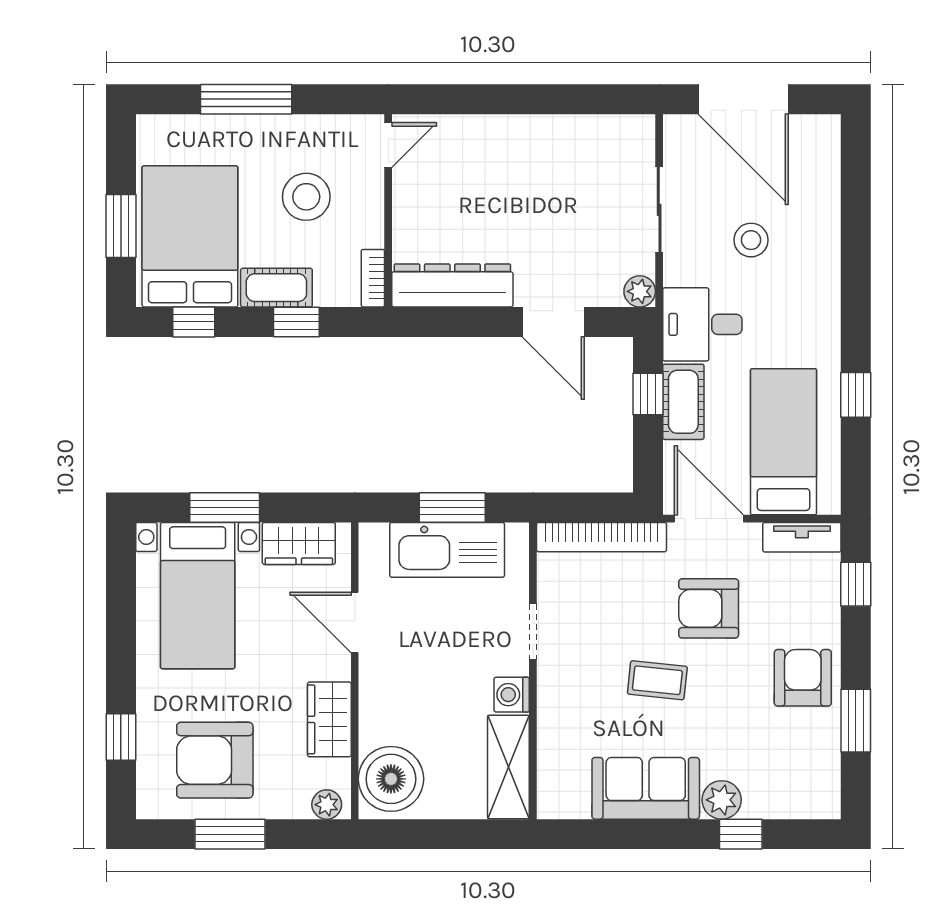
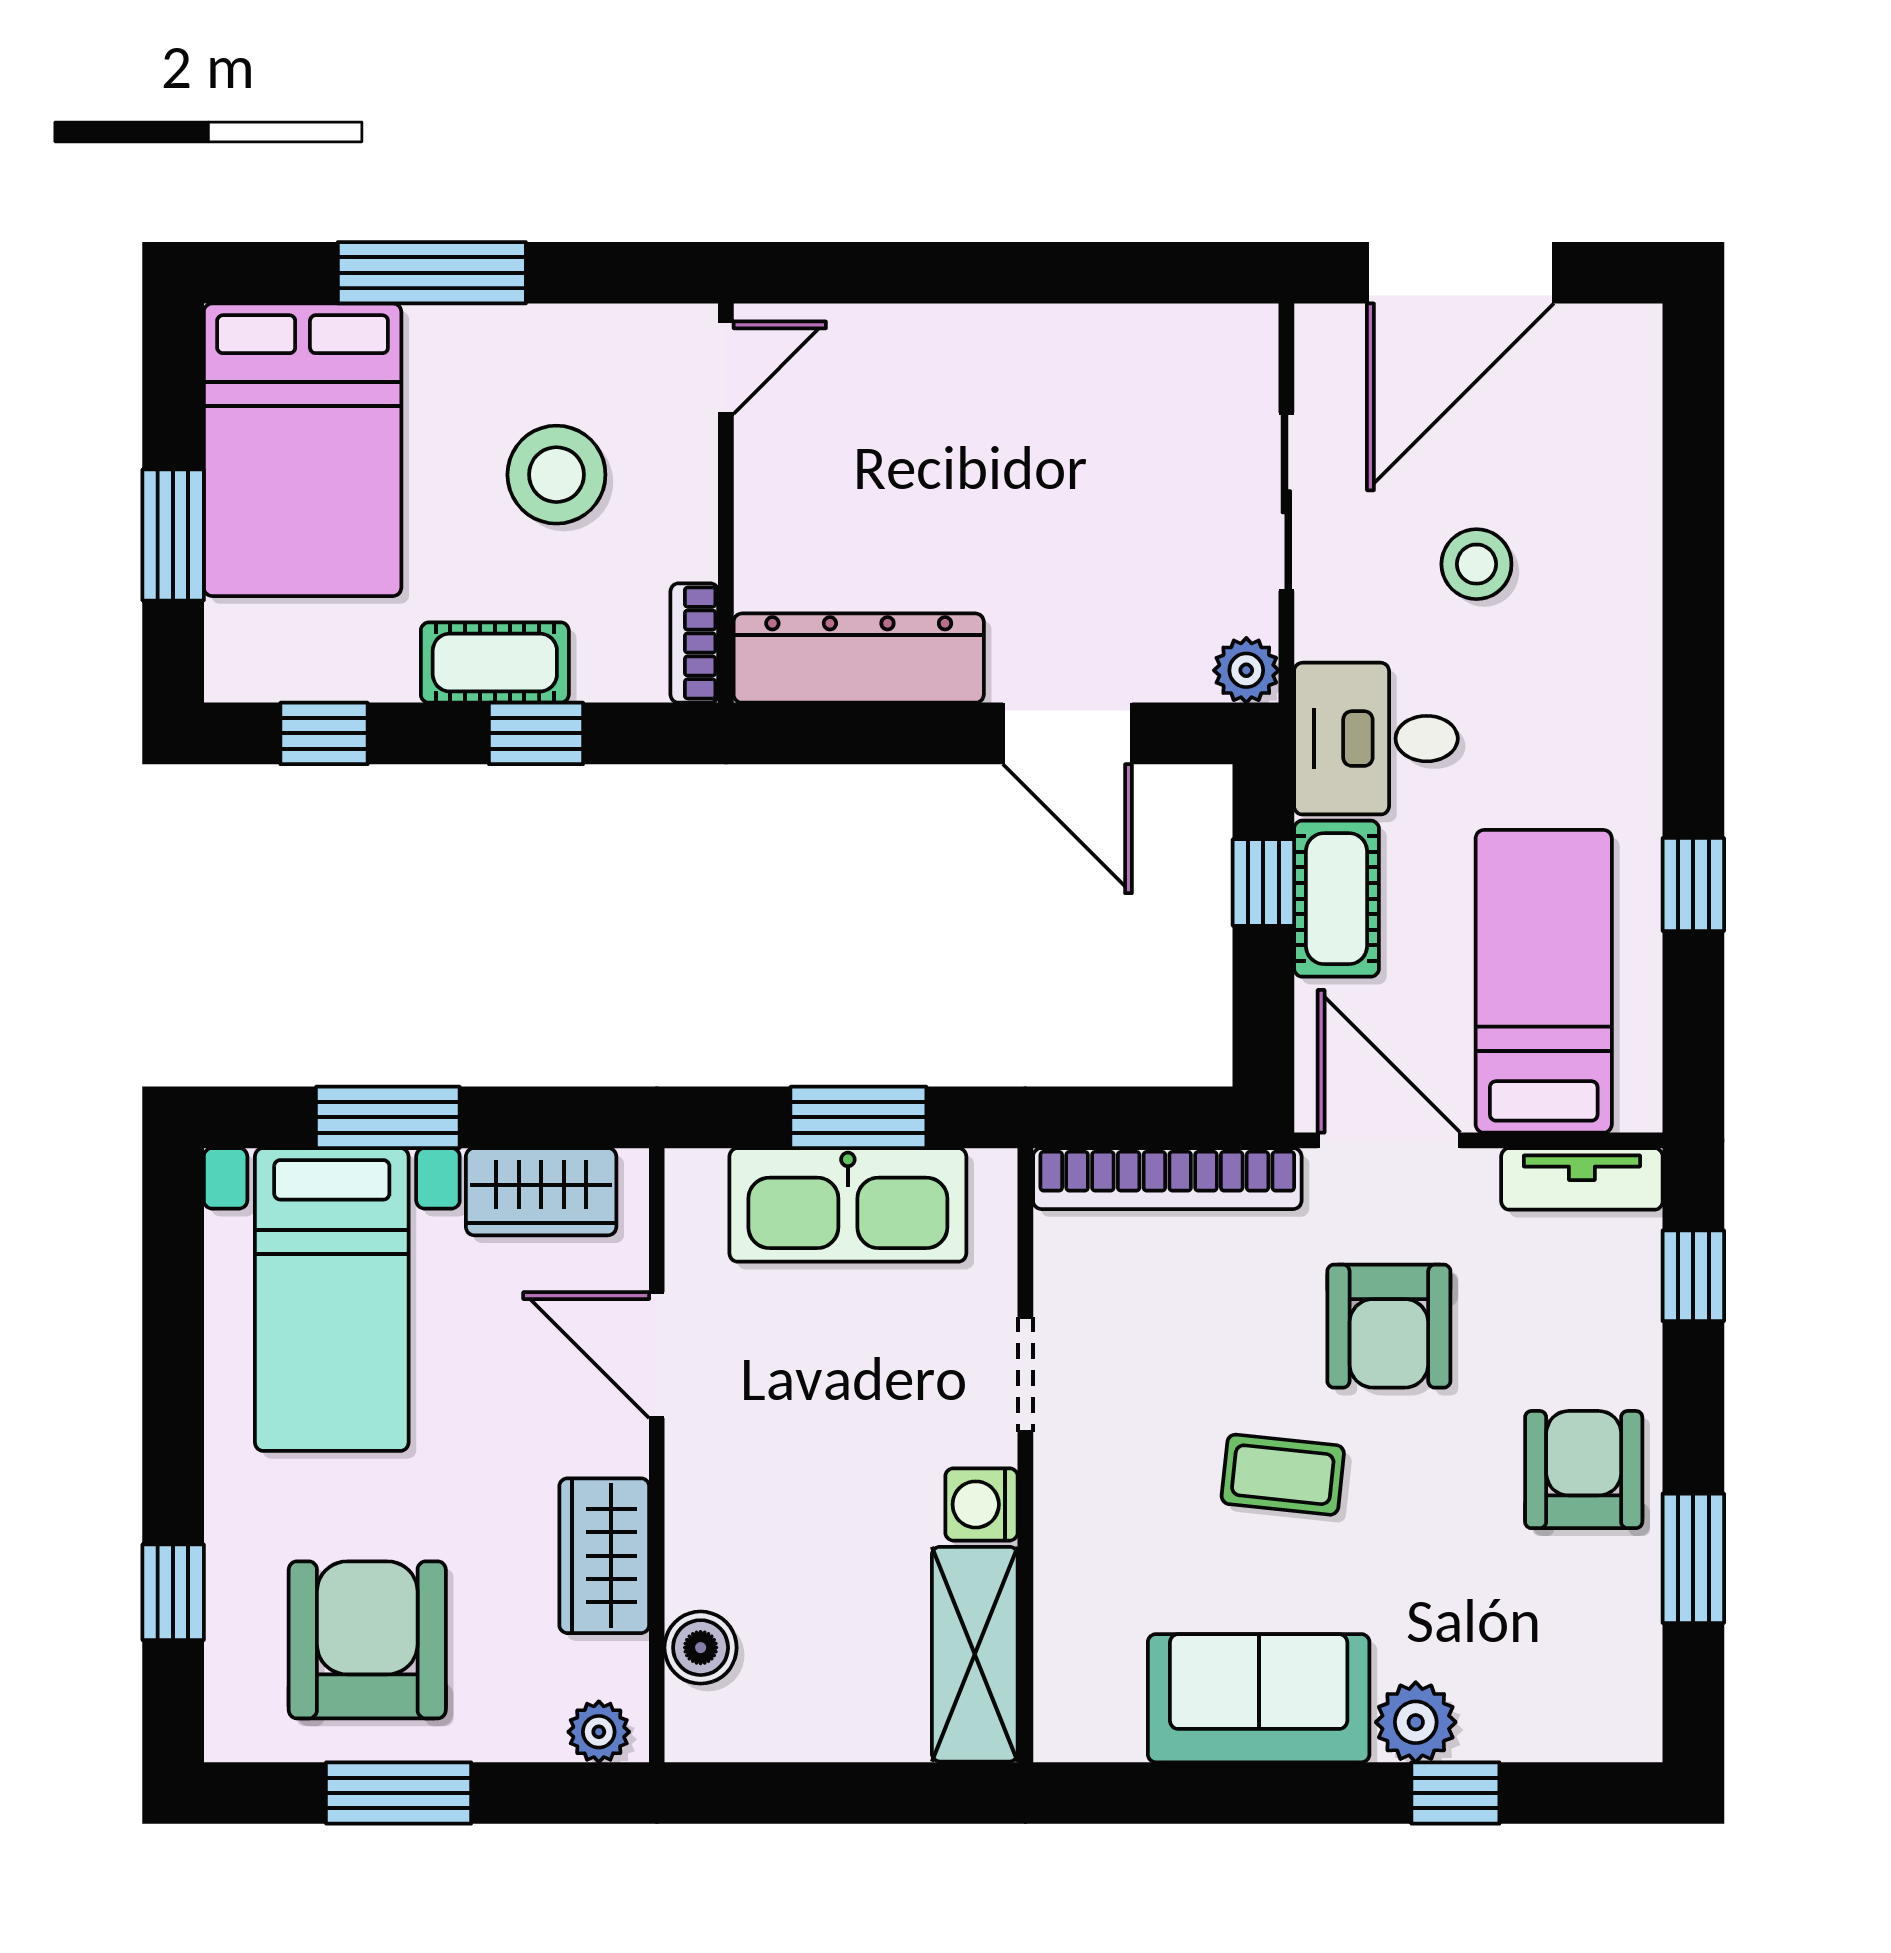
door: (743, 99) -> (1460, 273), hinge flipped
bed: (190, 236) -> (303, 450), moved, turned 180
armchair: (709, 608) -> (1389, 1326), turned -90
armchair: (215, 760) -> (367, 1640), turned 90
boiler: (391, 779) -> (701, 1648), width x0.54, depth x0.54

